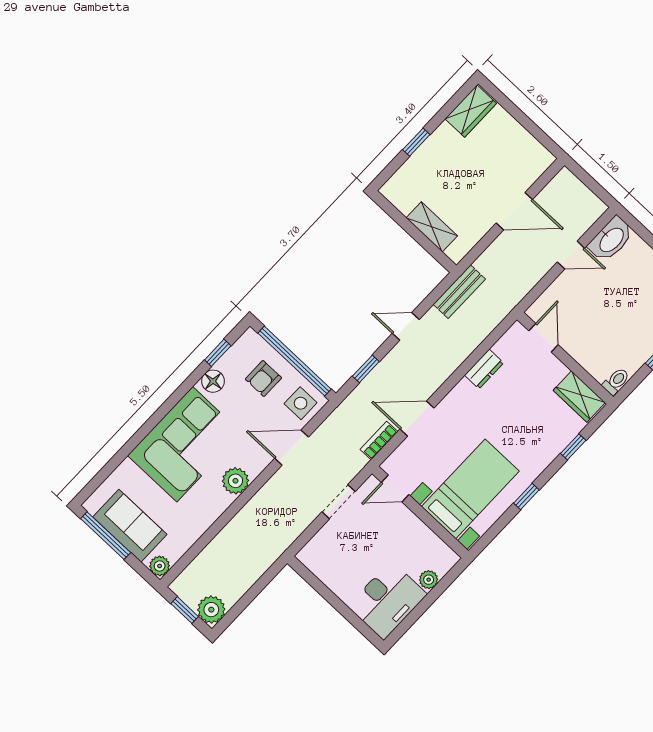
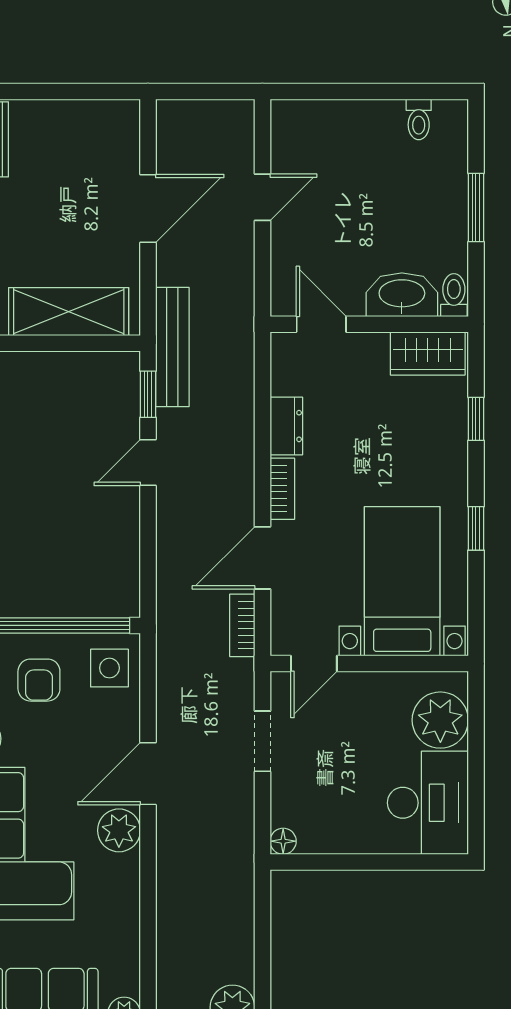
shelving: (432, 227) -> (69, 312), width x1.50, depth x1.33
washbasin: (611, 239) -> (402, 295), moved, turned -90
bench: (459, 292) -> (172, 347), width x1.36
window: (366, 369) -> (148, 394), moved
bookcase: (455, 396) -> (282, 489), added
door: (292, 448) -> (148, 774), moved
floor lamp: (305, 556) -> (283, 841), added
plant: (429, 580) -> (440, 720), width x1.88, depth x1.88

